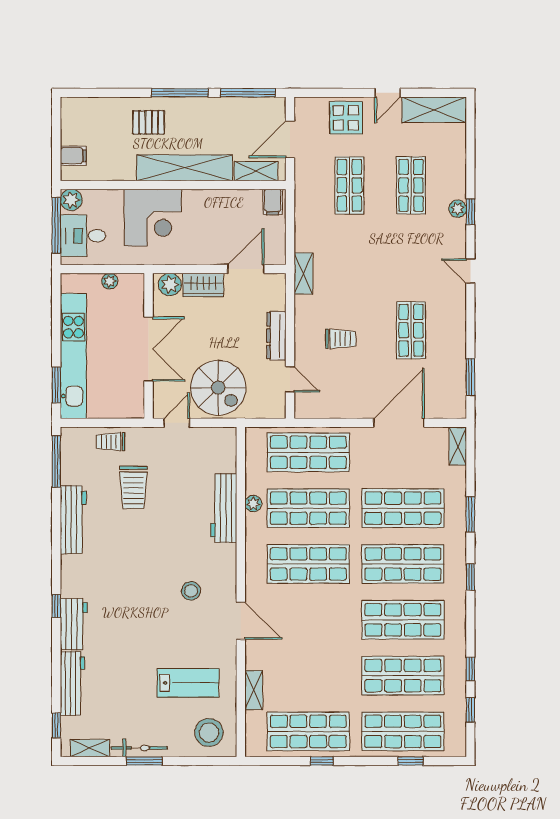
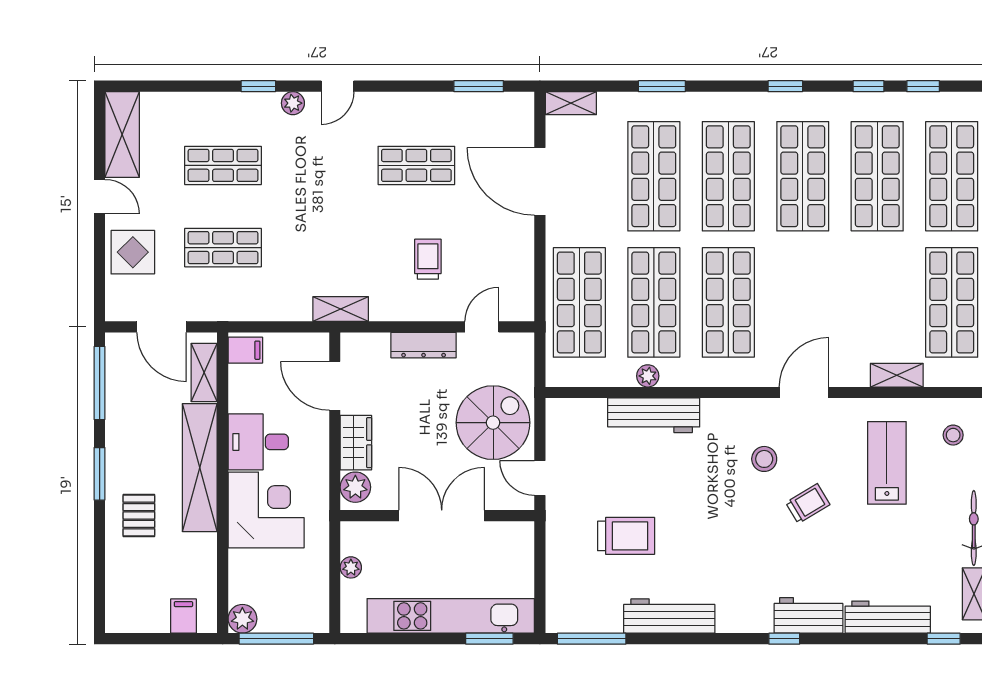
window: (180, 93) -> (100, 474), width x0.69
plant: (458, 209) -> (293, 103), moved
desk: (83, 236) -> (258, 442), moved, turned 90
trolley: (111, 442) -> (808, 504), moved, turned -121
window: (470, 577) -> (785, 86), moved
stool: (209, 732) -> (953, 435), width x0.53, depth x0.53

